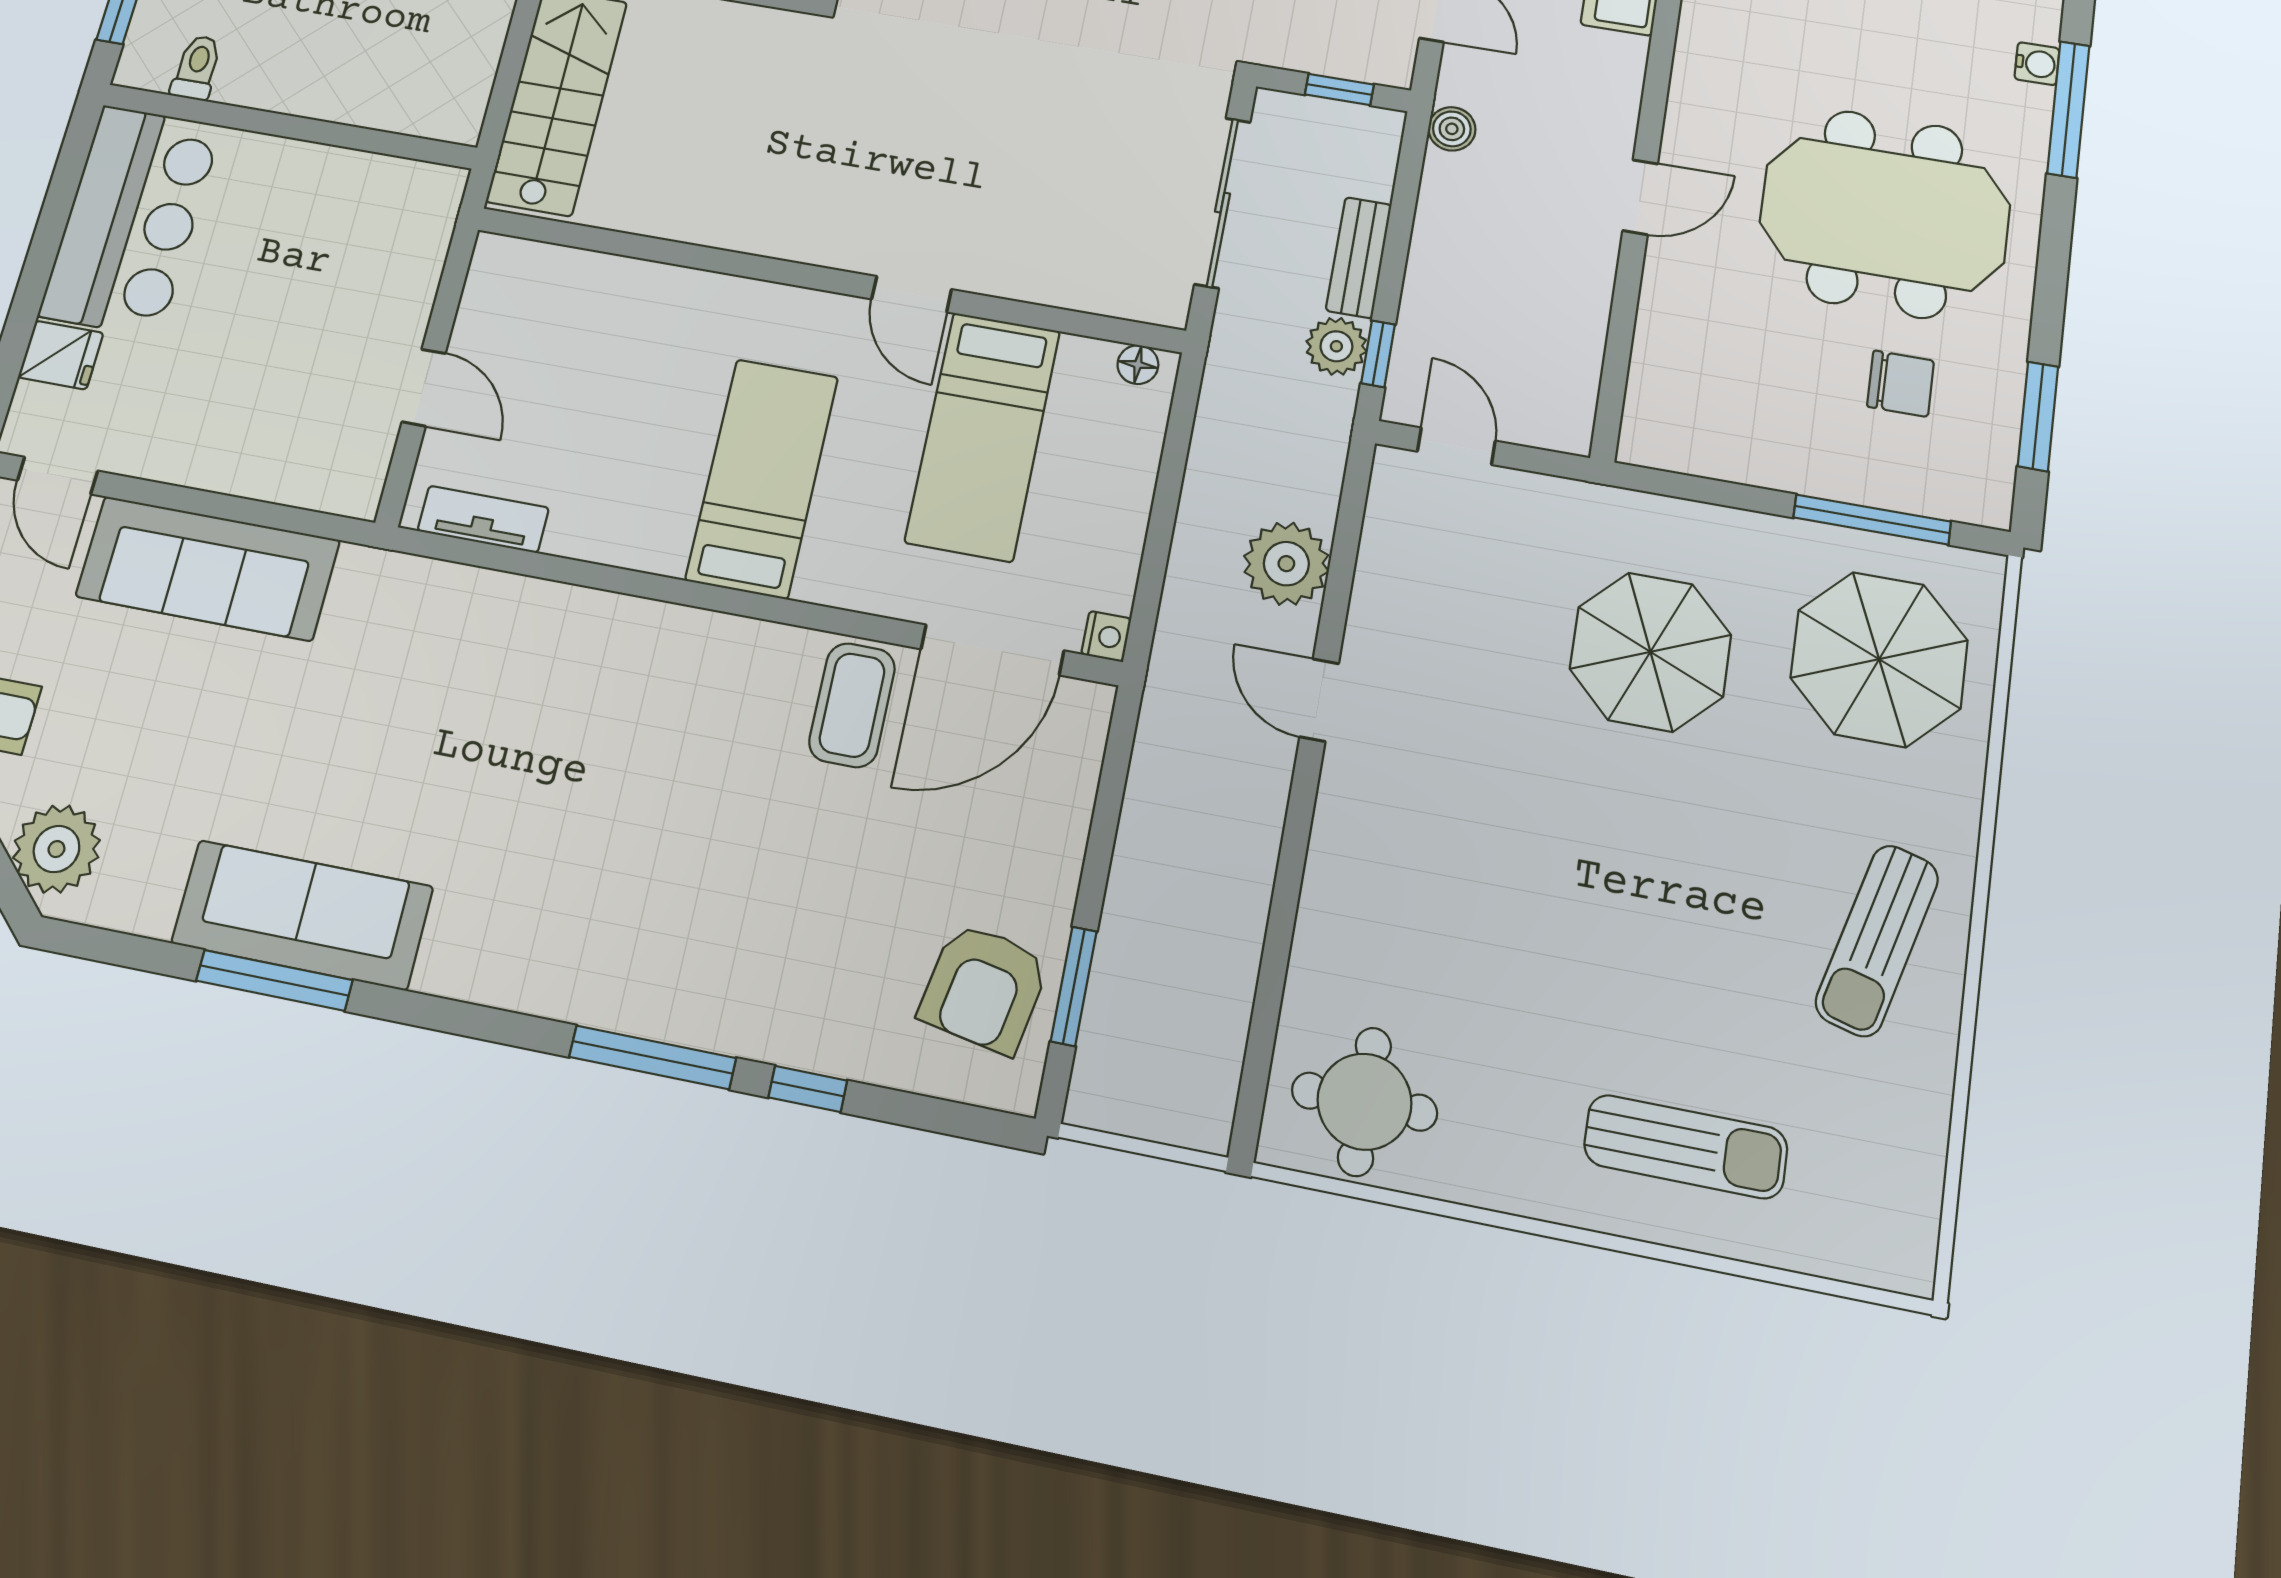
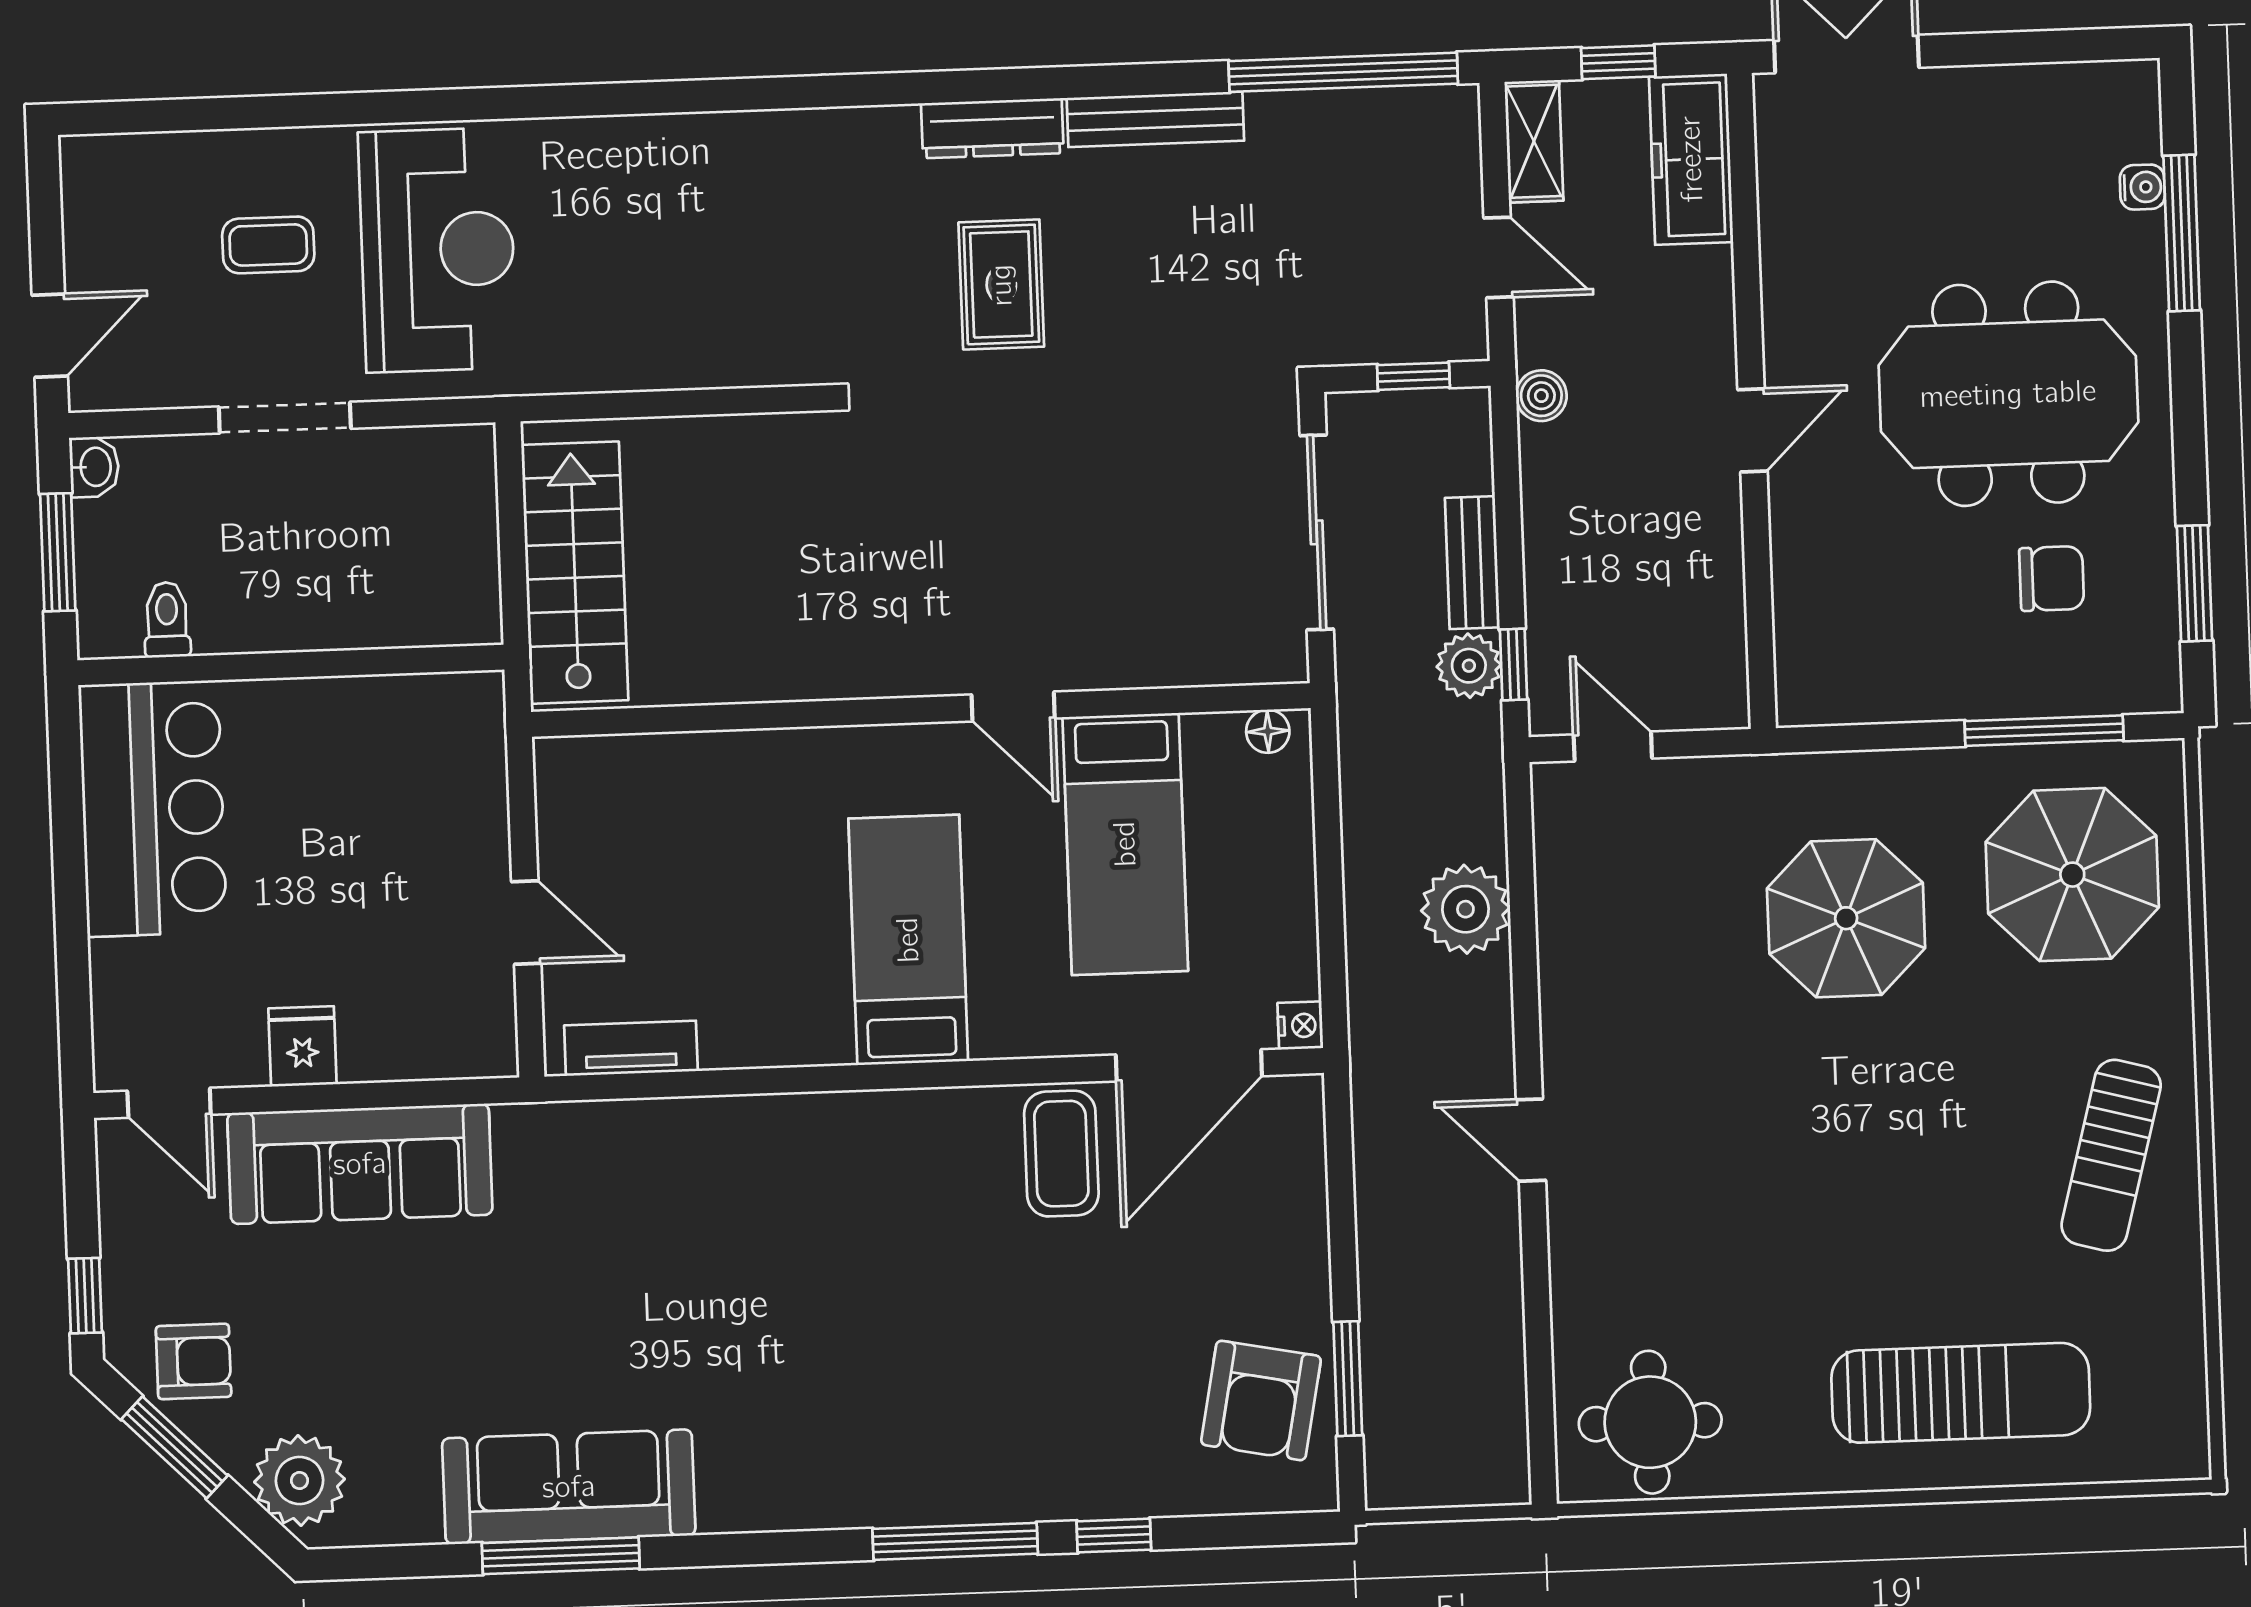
fridge: (61, 355) -> (302, 1046), moved, turned -90
door: (1319, 700) -> (1531, 1140), moved
sun lounger: (1686, 1147) -> (1961, 1393), width x1.36, depth x1.34

